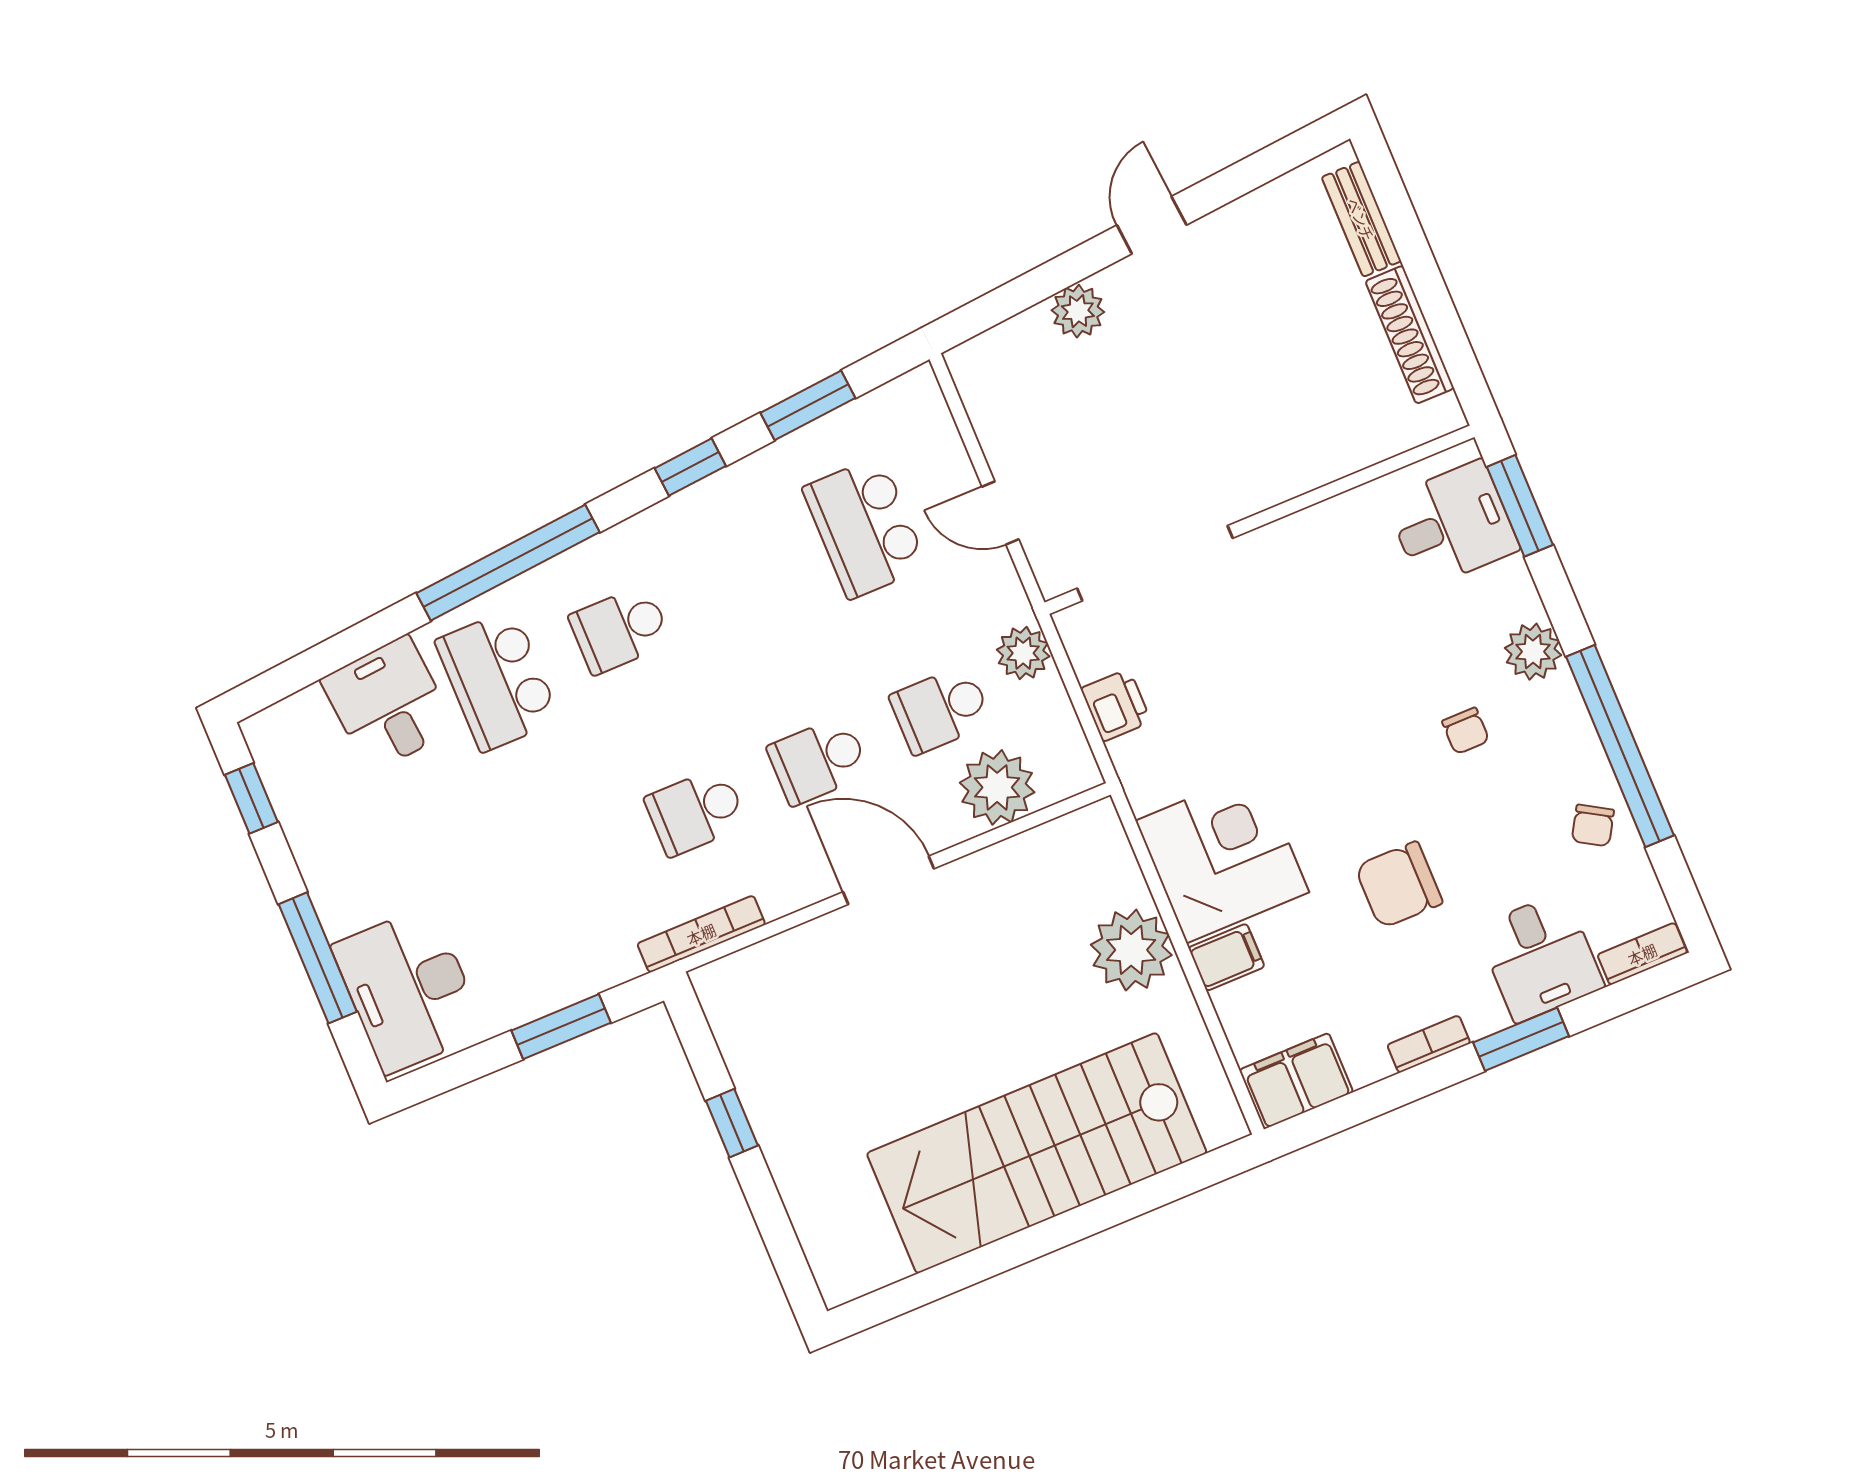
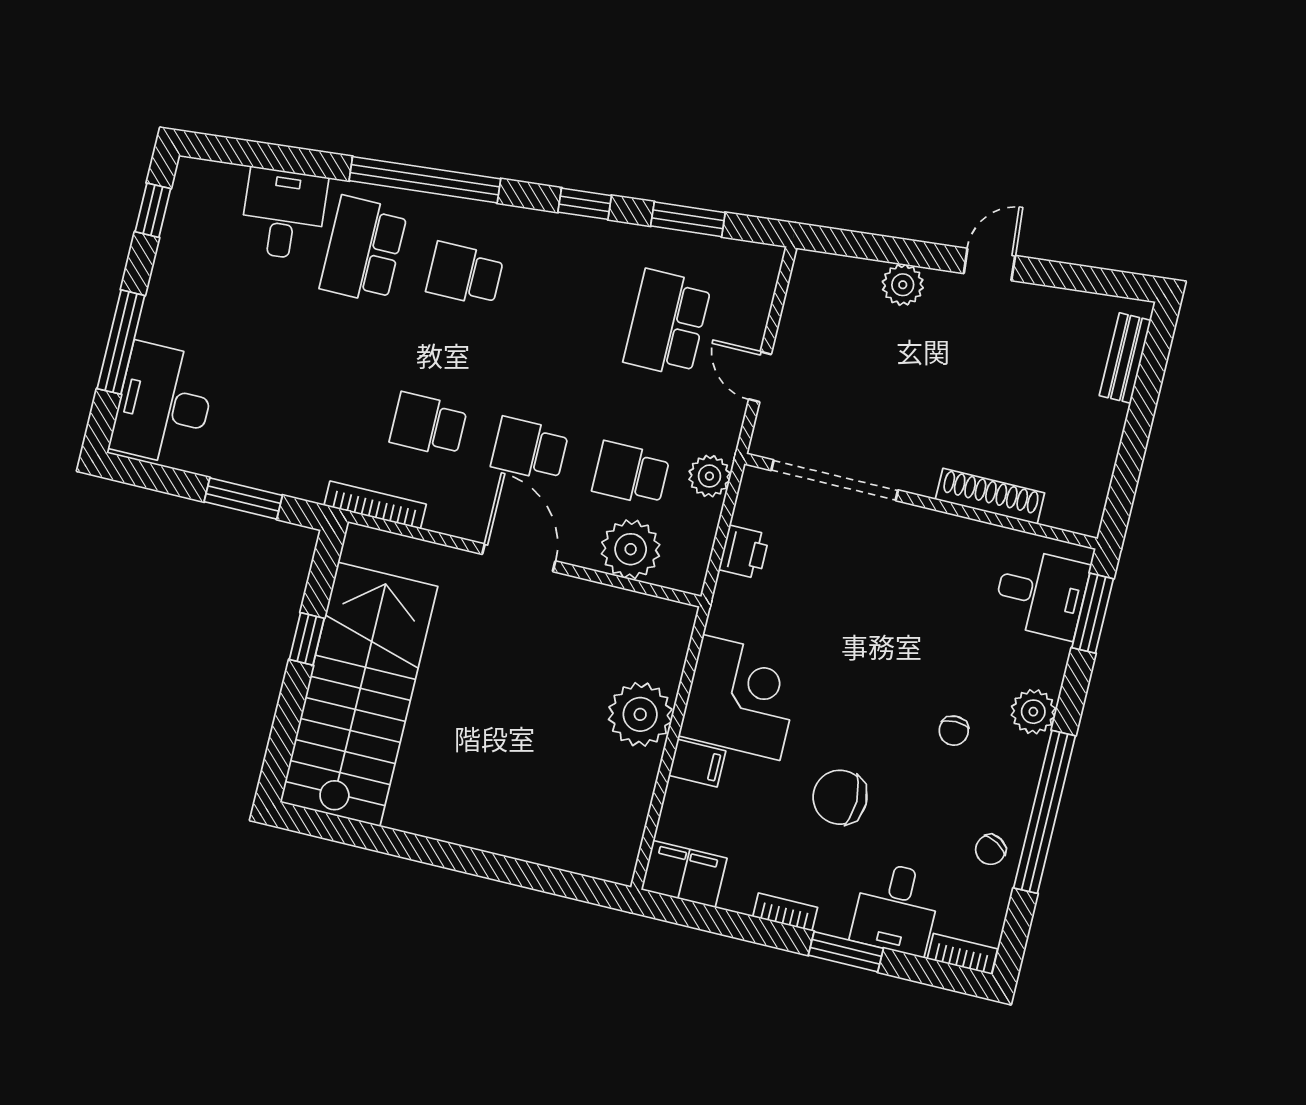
shoe rack: (1410, 335) -> (990, 496), moved, turned 90
stairs: (1037, 1153) -> (359, 694), moved, turned 90

